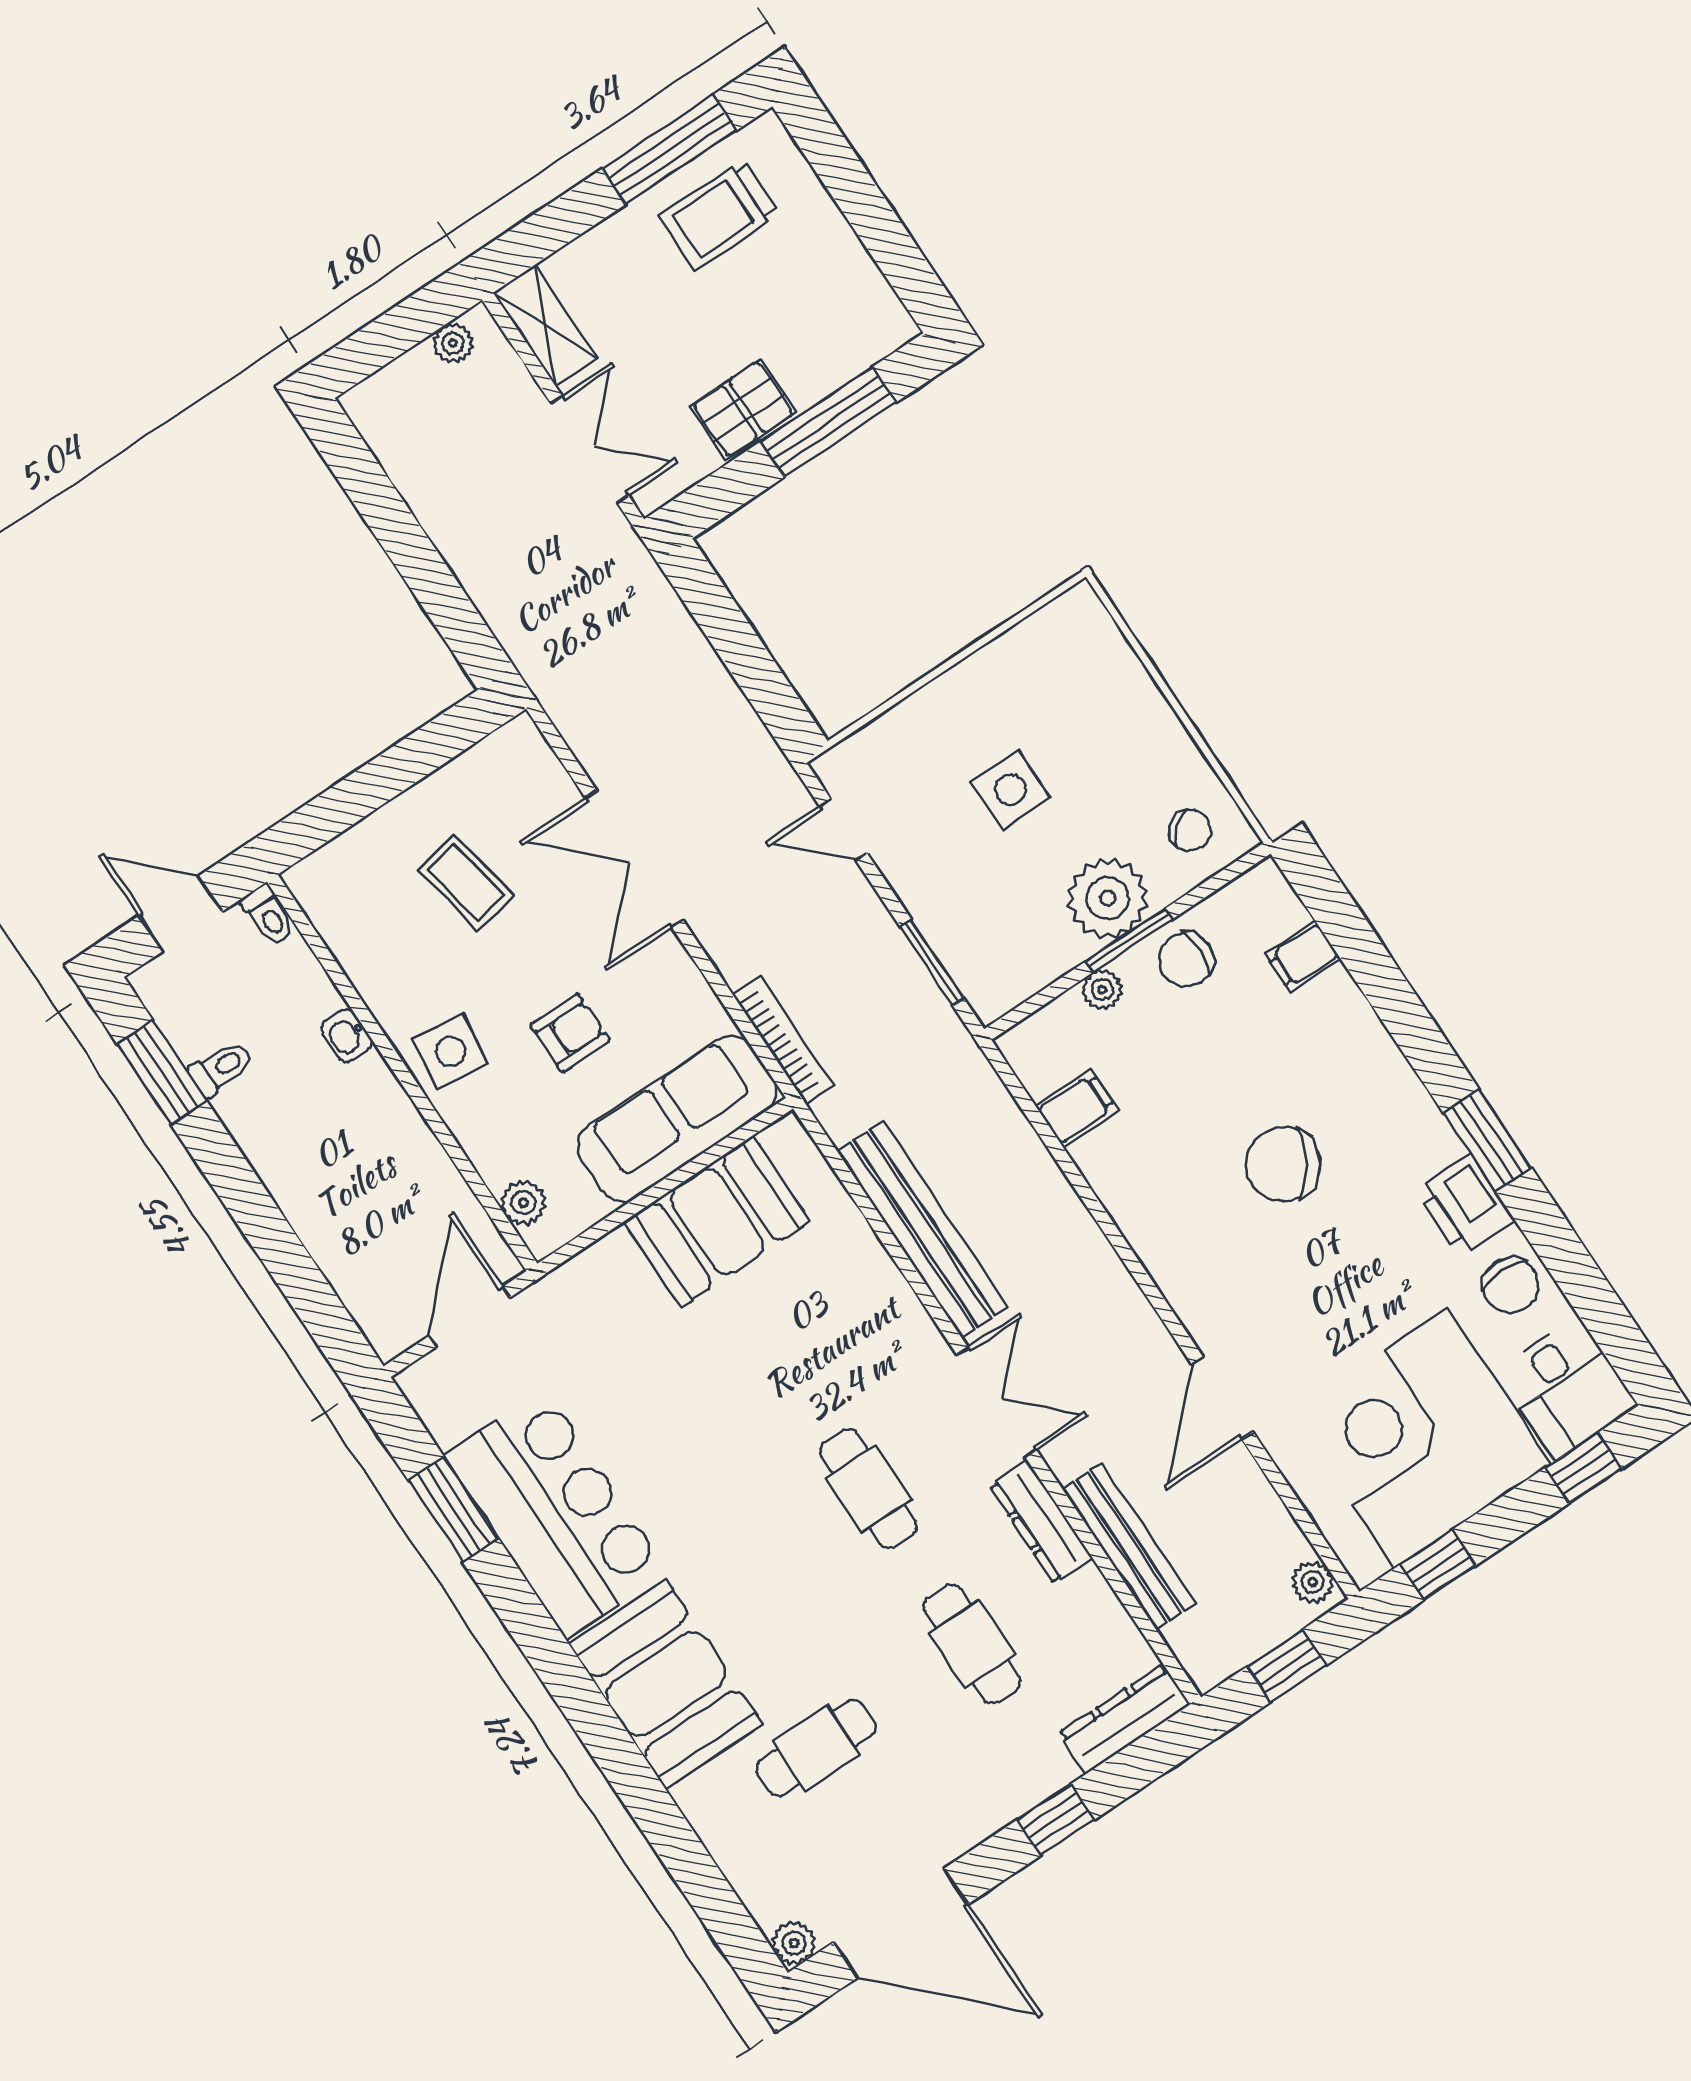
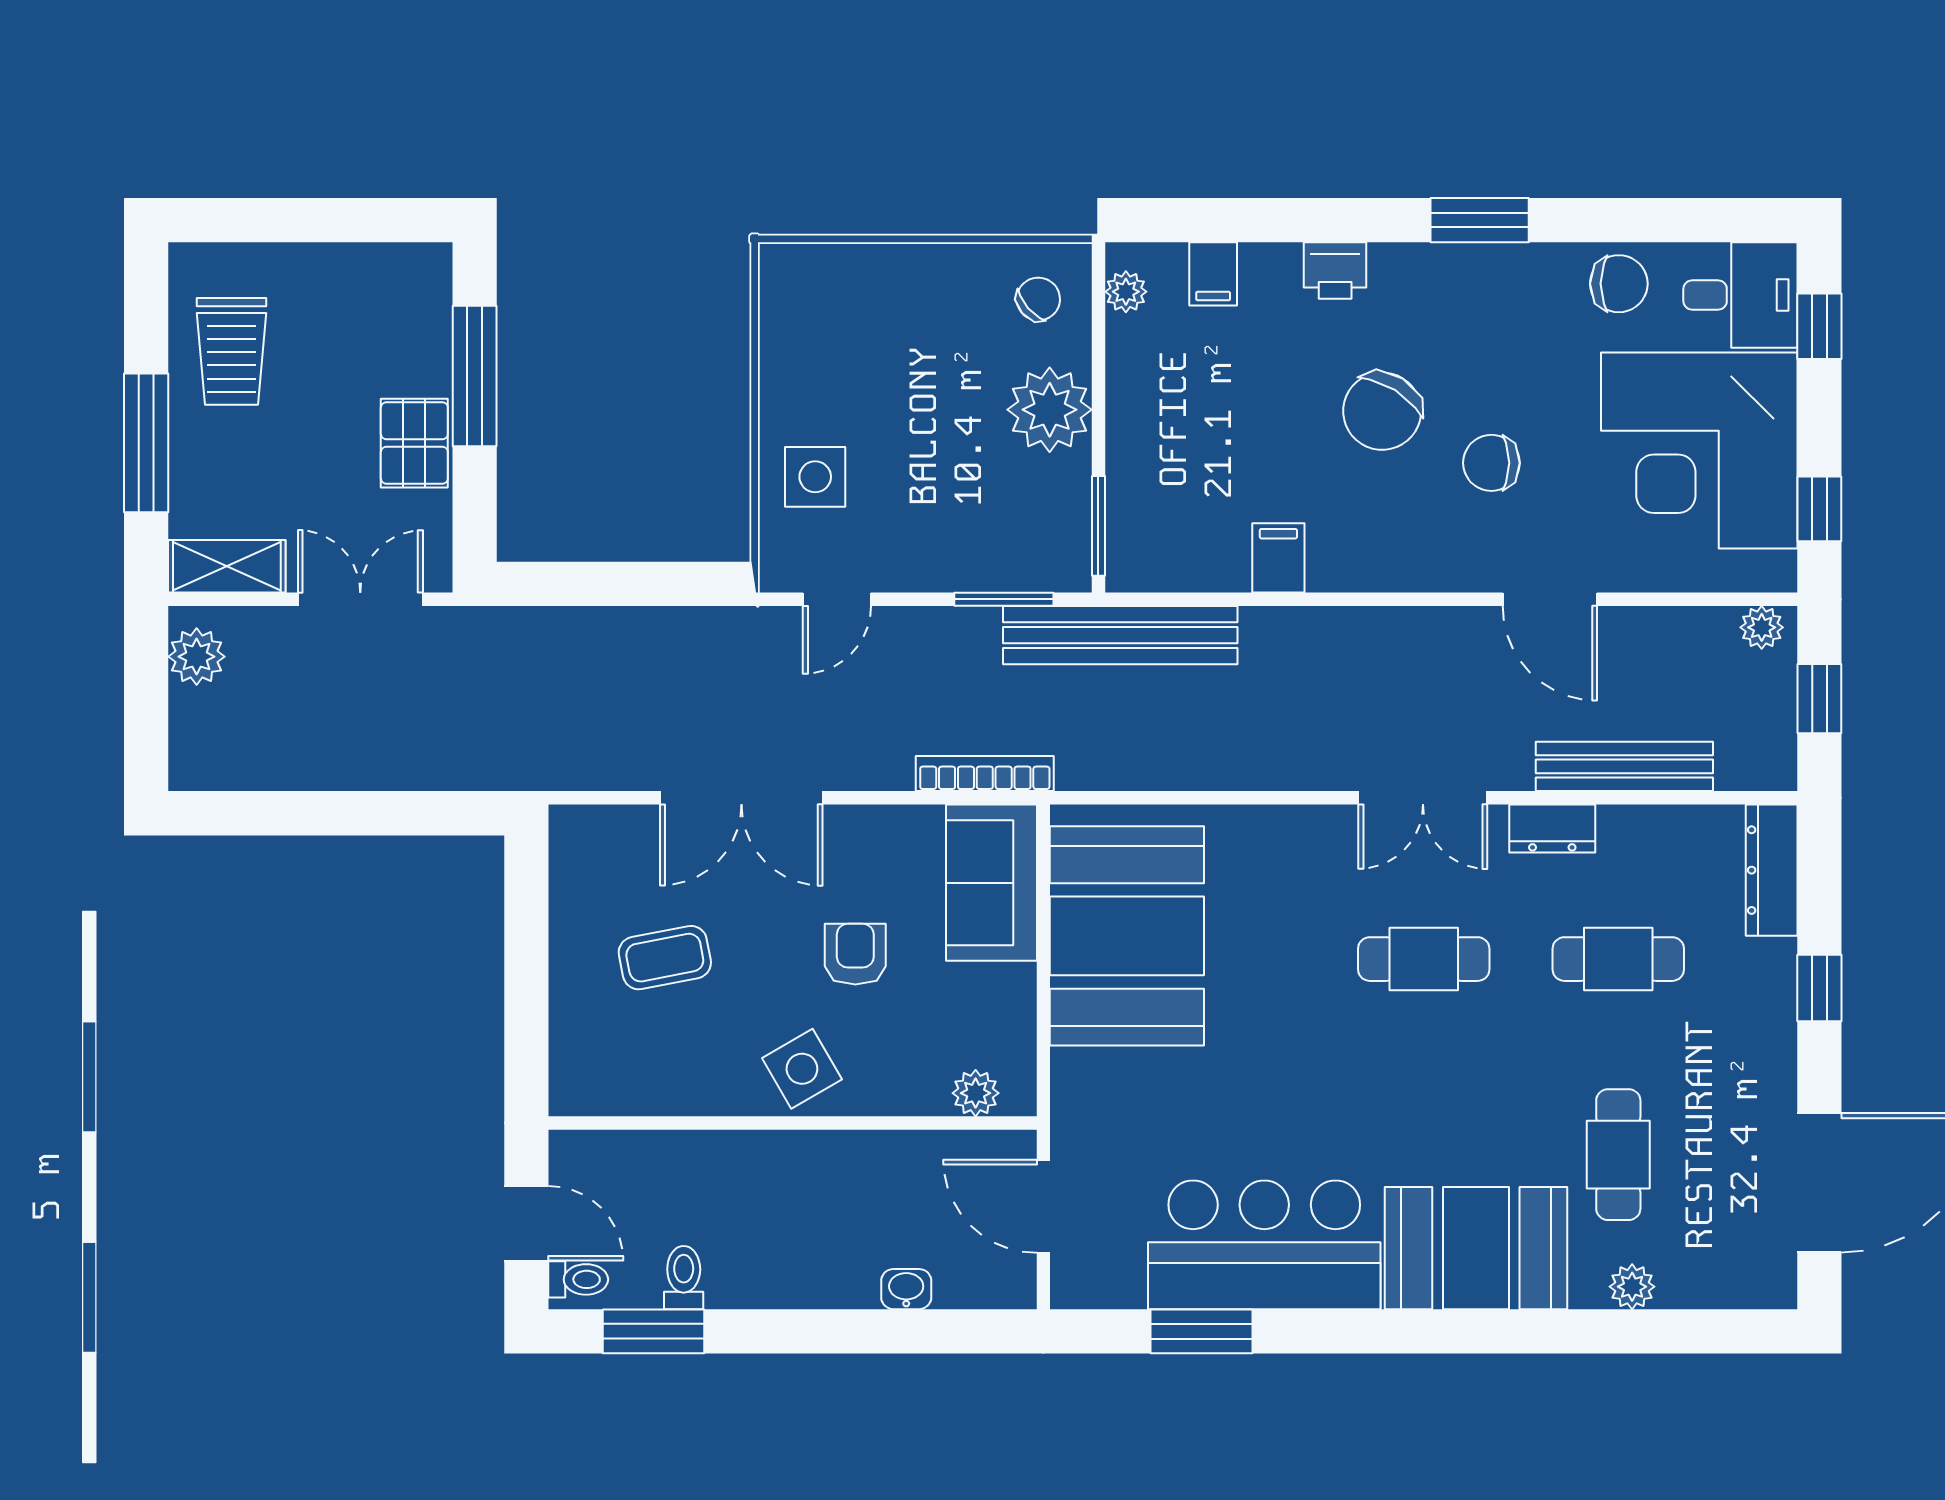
window: (669, 150) -> (146, 443), moved
plant: (453, 343) -> (197, 657), width x1.38, depth x1.38
side table: (1011, 790) -> (815, 477), moved
door: (180, 914) -> (526, 1223), swing flipped
toilet: (268, 915) -> (578, 1279), moved
window: (1129, 940) -> (1098, 526), moved
chair: (1186, 960) -> (1491, 463), moved, turned 90
plant: (1102, 990) -> (1126, 292), moved
washbasin: (347, 1036) -> (906, 1289), moved, turned 180
side table: (450, 1051) -> (802, 1069), turned -37
filing cabinet: (1077, 1108) -> (1278, 558), moved
sofa: (677, 1118) -> (991, 883), width x0.73
printer: (1465, 1206) -> (1335, 271), moved, width x0.73, depth x0.81
booth: (717, 1222) -> (1127, 936), width x1.36, depth x1.42
bench: (922, 1229) -> (1120, 635), moved
double door: (997, 1402) -> (1423, 798), swing flipped
dresser: (1041, 1522) -> (1552, 829), width x0.70
plant: (794, 1943) -> (1632, 1287), moved

